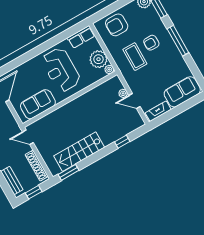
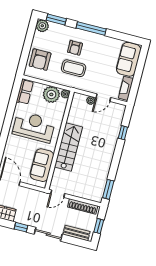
reception desk: (61, 70) -> (34, 127), turned 180
stairs: (79, 152) -> (69, 147), moved, turned 180

